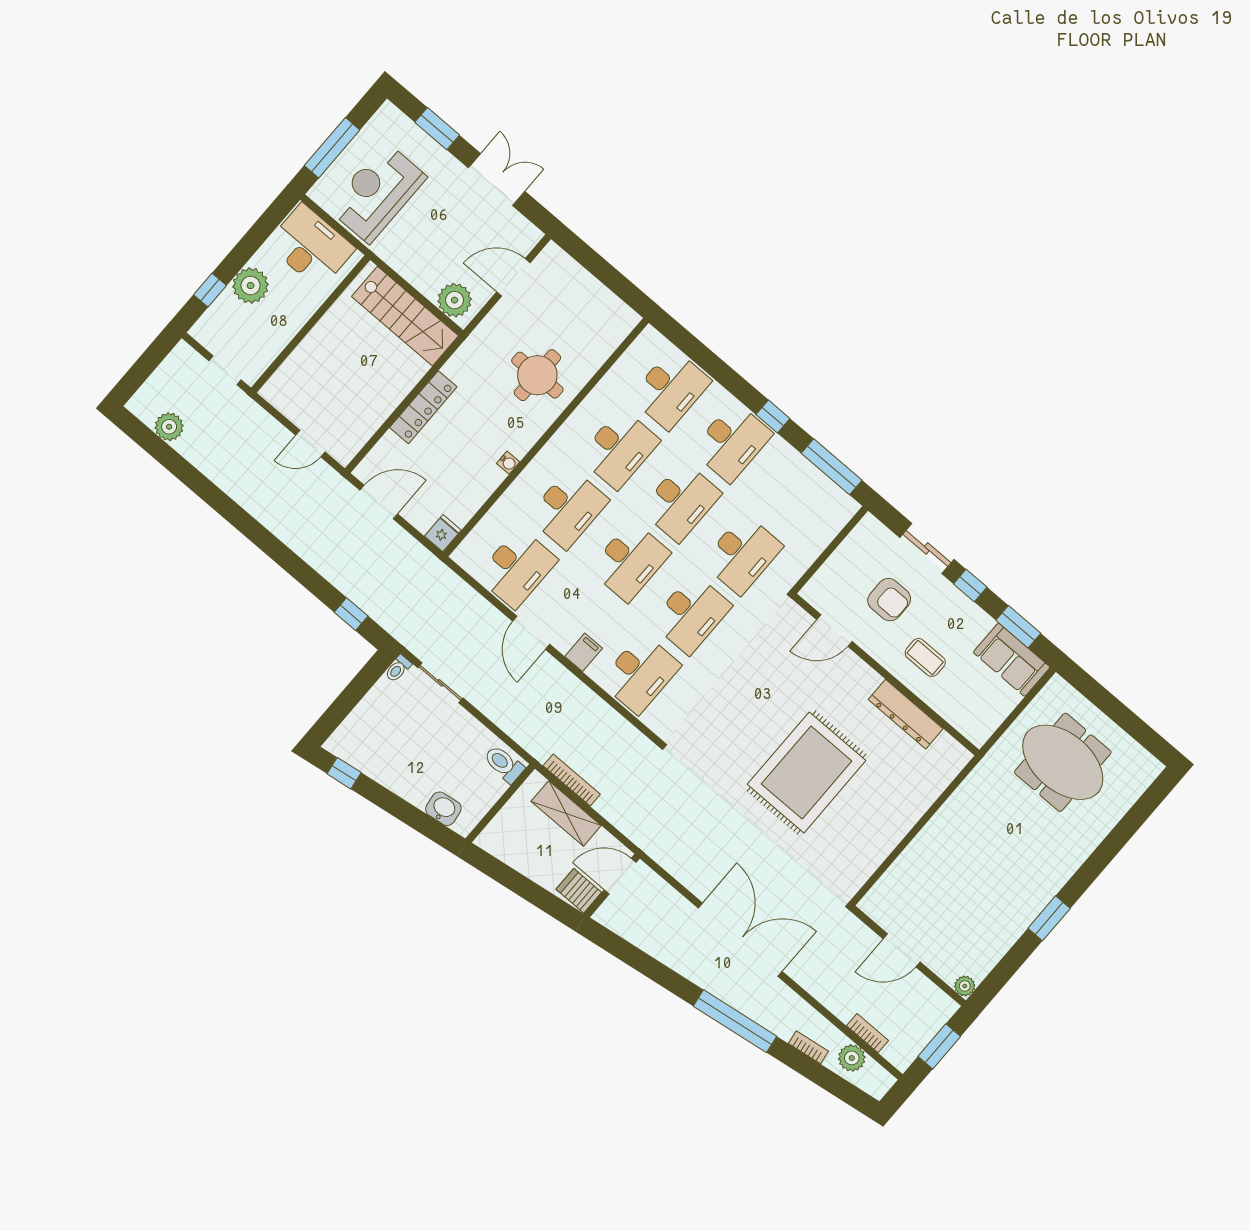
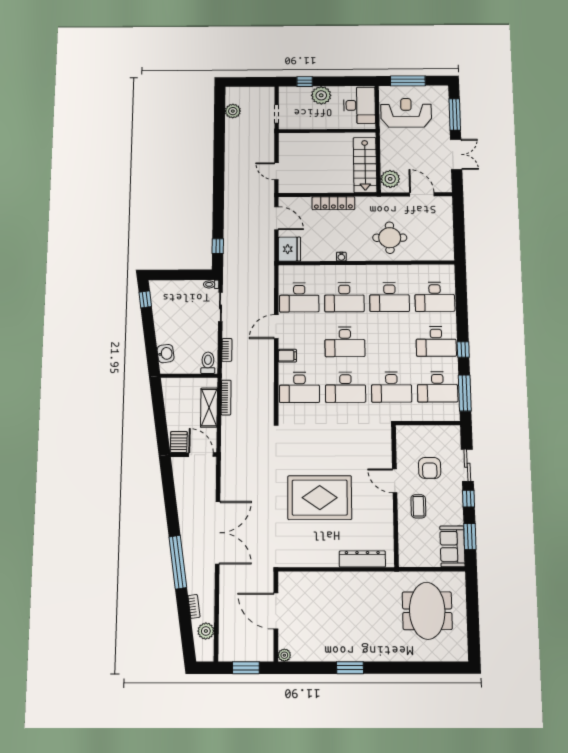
window: (437, 129) -> (455, 114), width x1.44
desk: (681, 502) -> (438, 387), moved
fridge: (443, 533) -> (289, 249), width x1.88, depth x1.34
door: (834, 630) -> (395, 481), moved
dresser: (906, 714) -> (362, 559), moved, turned 90
door: (902, 950) -> (276, 611), width x1.36
bookcase: (868, 1033) -> (227, 350), moved

